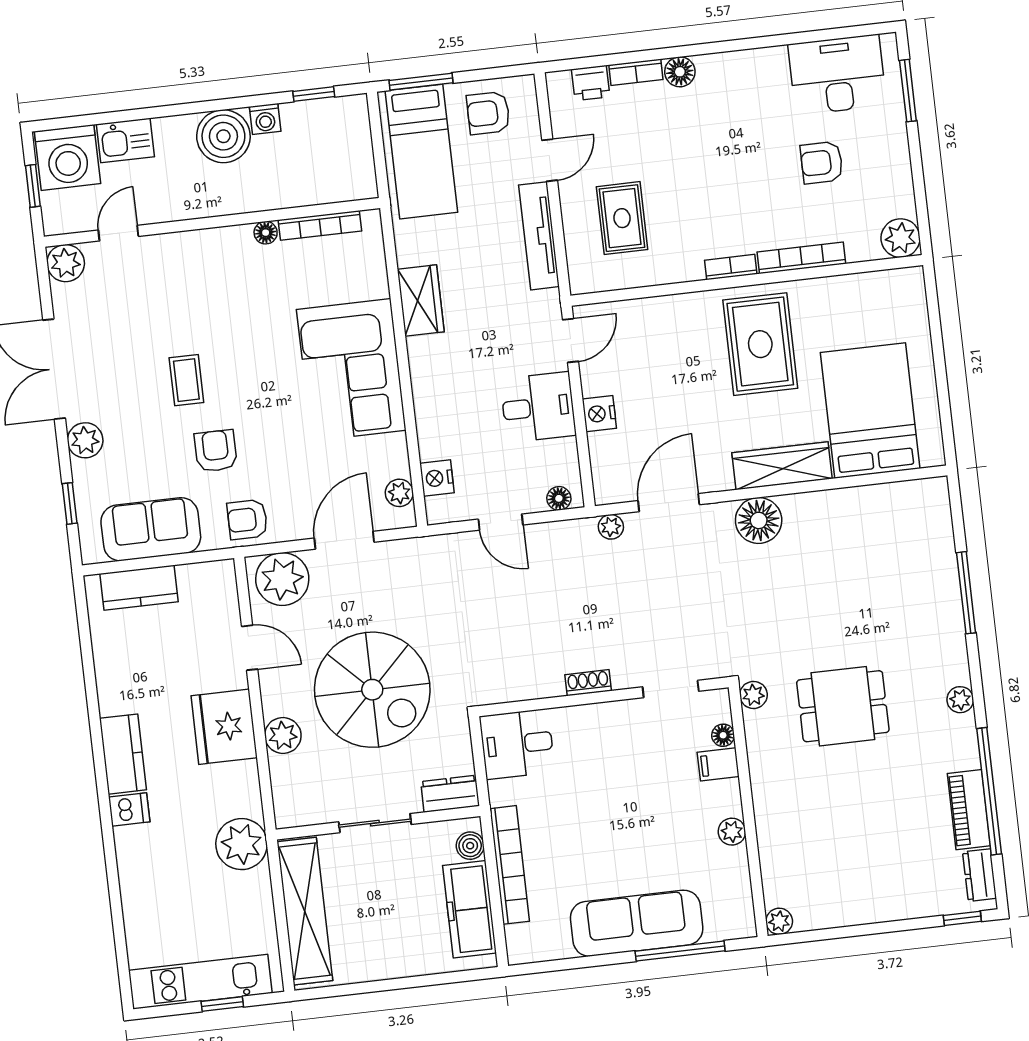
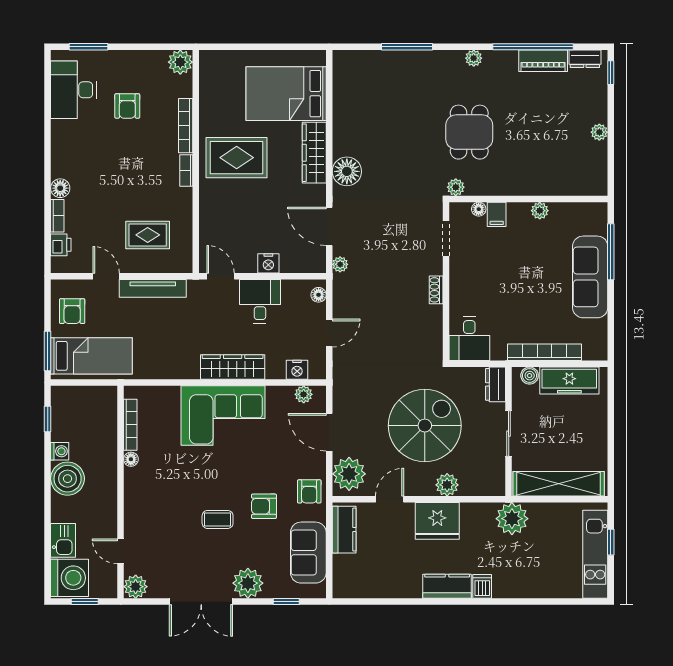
wardrobe: (421, 301) -> (233, 367), moved, width x1.50
plant: (85, 440) -> (248, 583), width x1.36, depth x1.36
kitchen counter: (139, 588) -> (344, 530), moved
plant: (779, 921) -> (599, 132), moved

